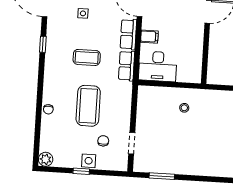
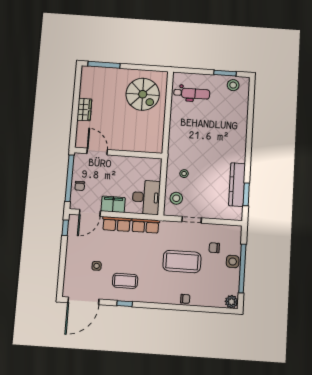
filing cabinet: (149, 37) -> (113, 204), width x2.00
coffee table: (87, 57) -> (125, 281), moved, turned 90
stool: (157, 99) -> (176, 198), added
doorway: (132, 143) -> (192, 220), moved
kitchen counter: (172, 166) -> (237, 185), added
window: (81, 171) -> (242, 268), width x3.17

